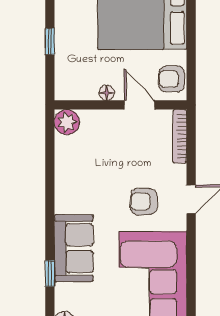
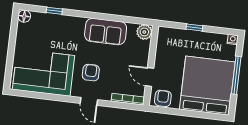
floor lamp: (107, 93) -> (159, 58), removed
door: (140, 105) -> (149, 77), swing flipped
sofa: (74, 248) -> (106, 31), moved

